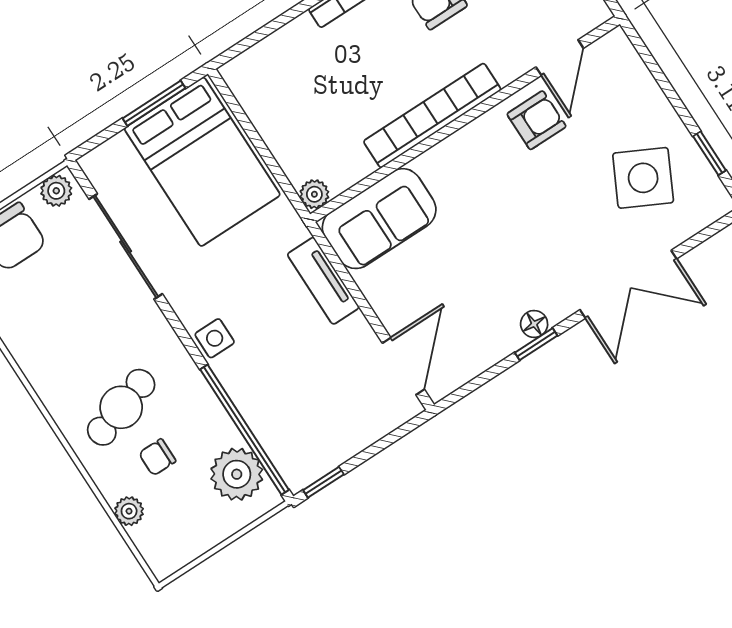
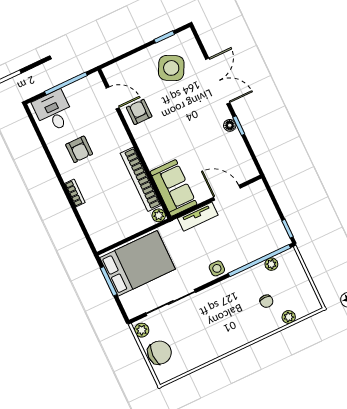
bookcase: (432, 116) -> (141, 179), moved
door: (403, 366) -> (227, 193), moved
cafe table: (121, 407) -> (242, 314), removed
plant: (237, 474) -> (271, 264), width x0.53, depth x0.53

